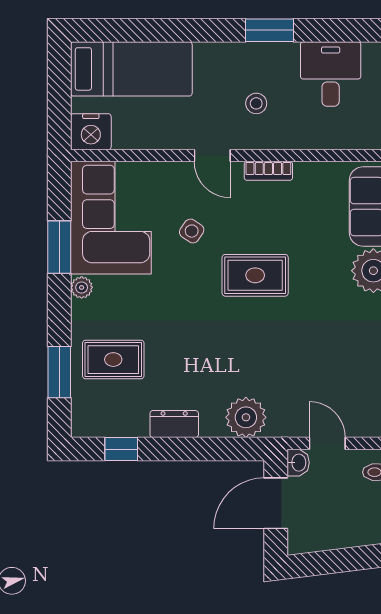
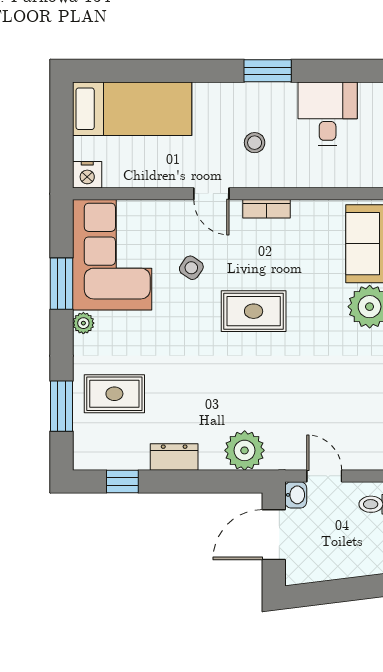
nightstand: (91, 132) -> (87, 175), width x0.74, depth x0.75

